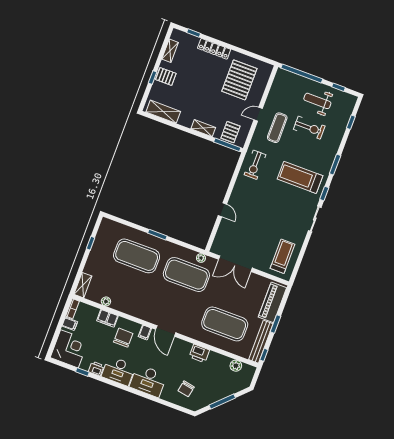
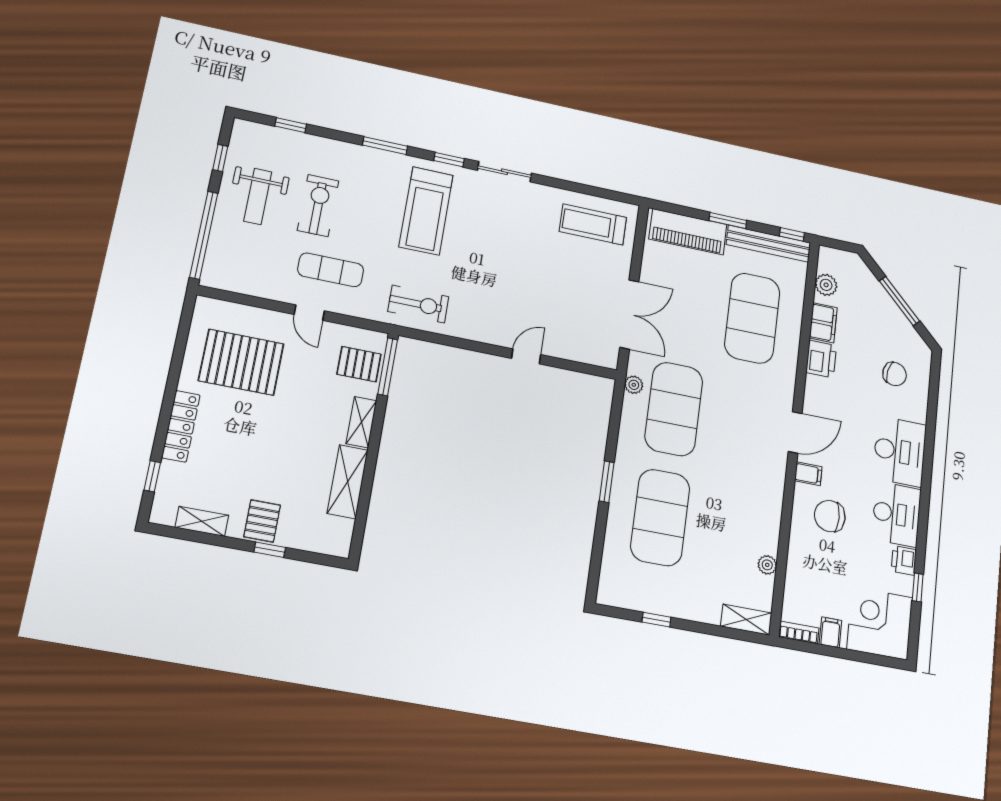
shelving: (163, 112) -> (348, 482), moved
filing cabinet: (107, 318) -> (823, 323), moved

